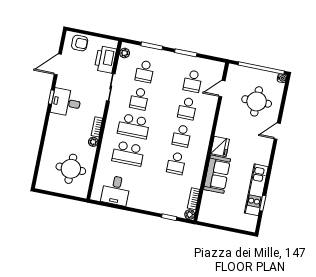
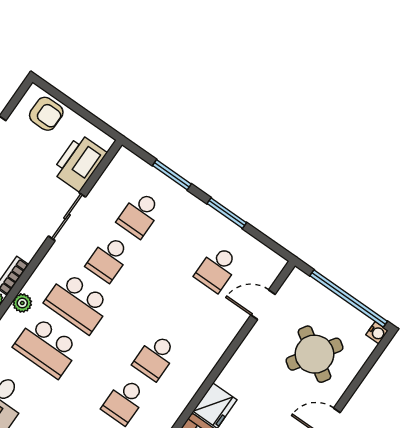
plant: (125, 53) -> (22, 303), moved
round table: (257, 101) -> (314, 354), turned 33
school desk: (187, 108) -> (186, 313), removed

